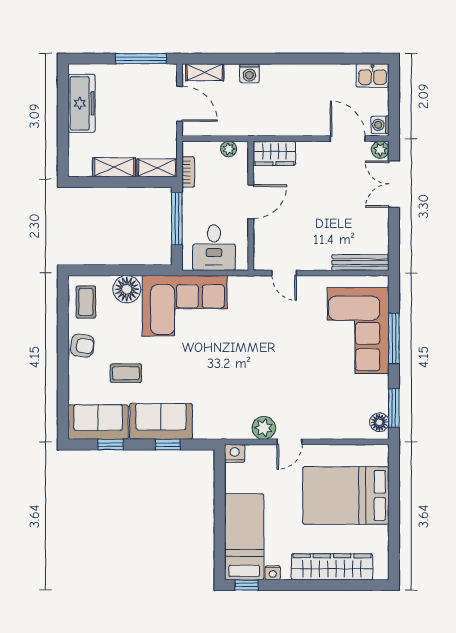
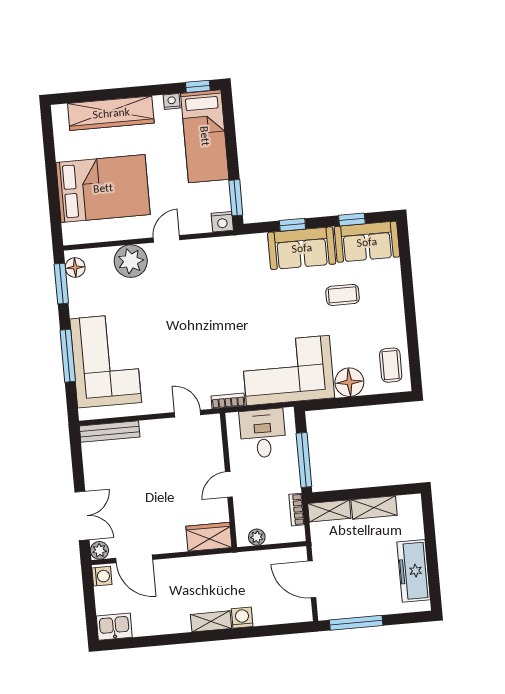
shelving: (205, 72) -> (211, 621), moved
door: (251, 202) -> (229, 484), width x0.73
bookcase: (244, 282) -> (228, 401), added
armchair: (82, 346) -> (390, 320), removed
plant: (264, 428) -> (131, 261), moved, width x1.36, depth x1.36
window: (220, 475) -> (236, 198), added

